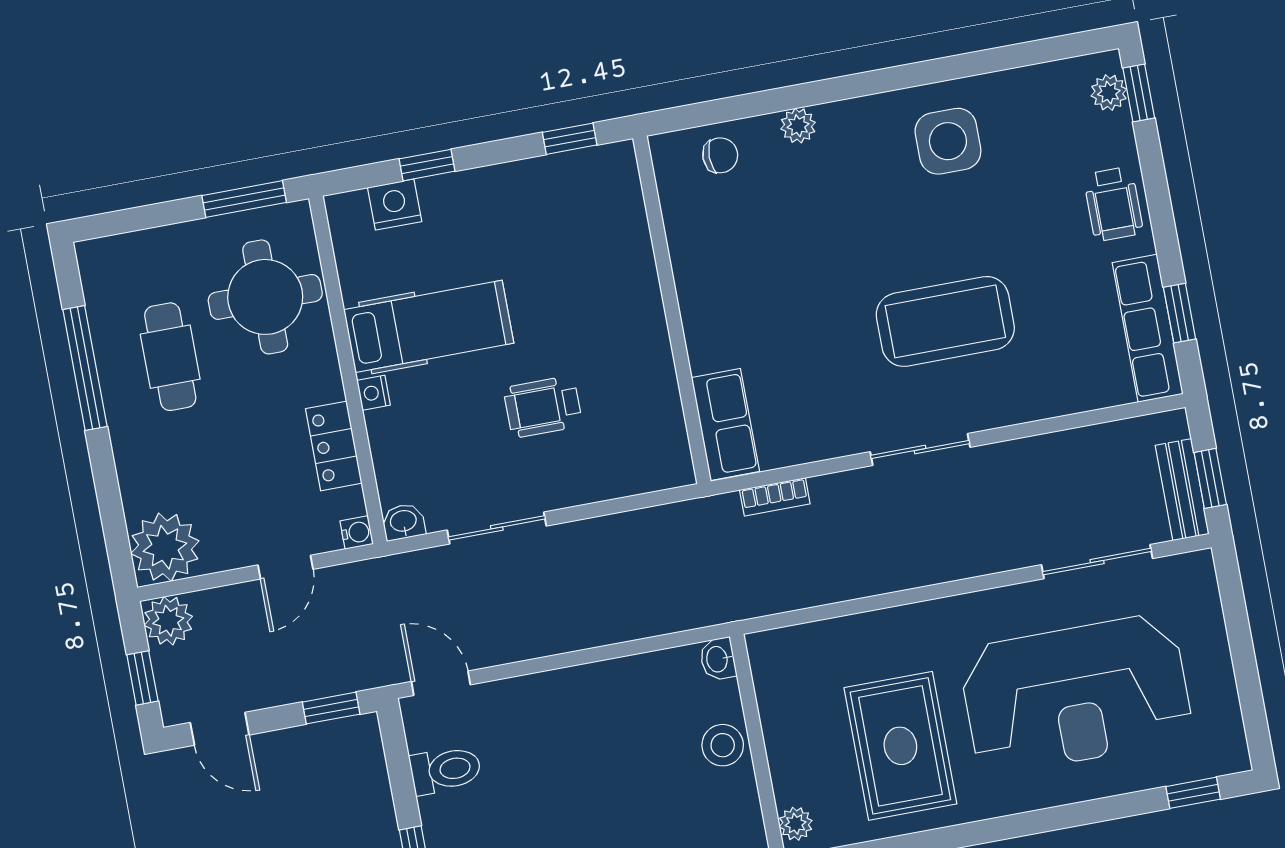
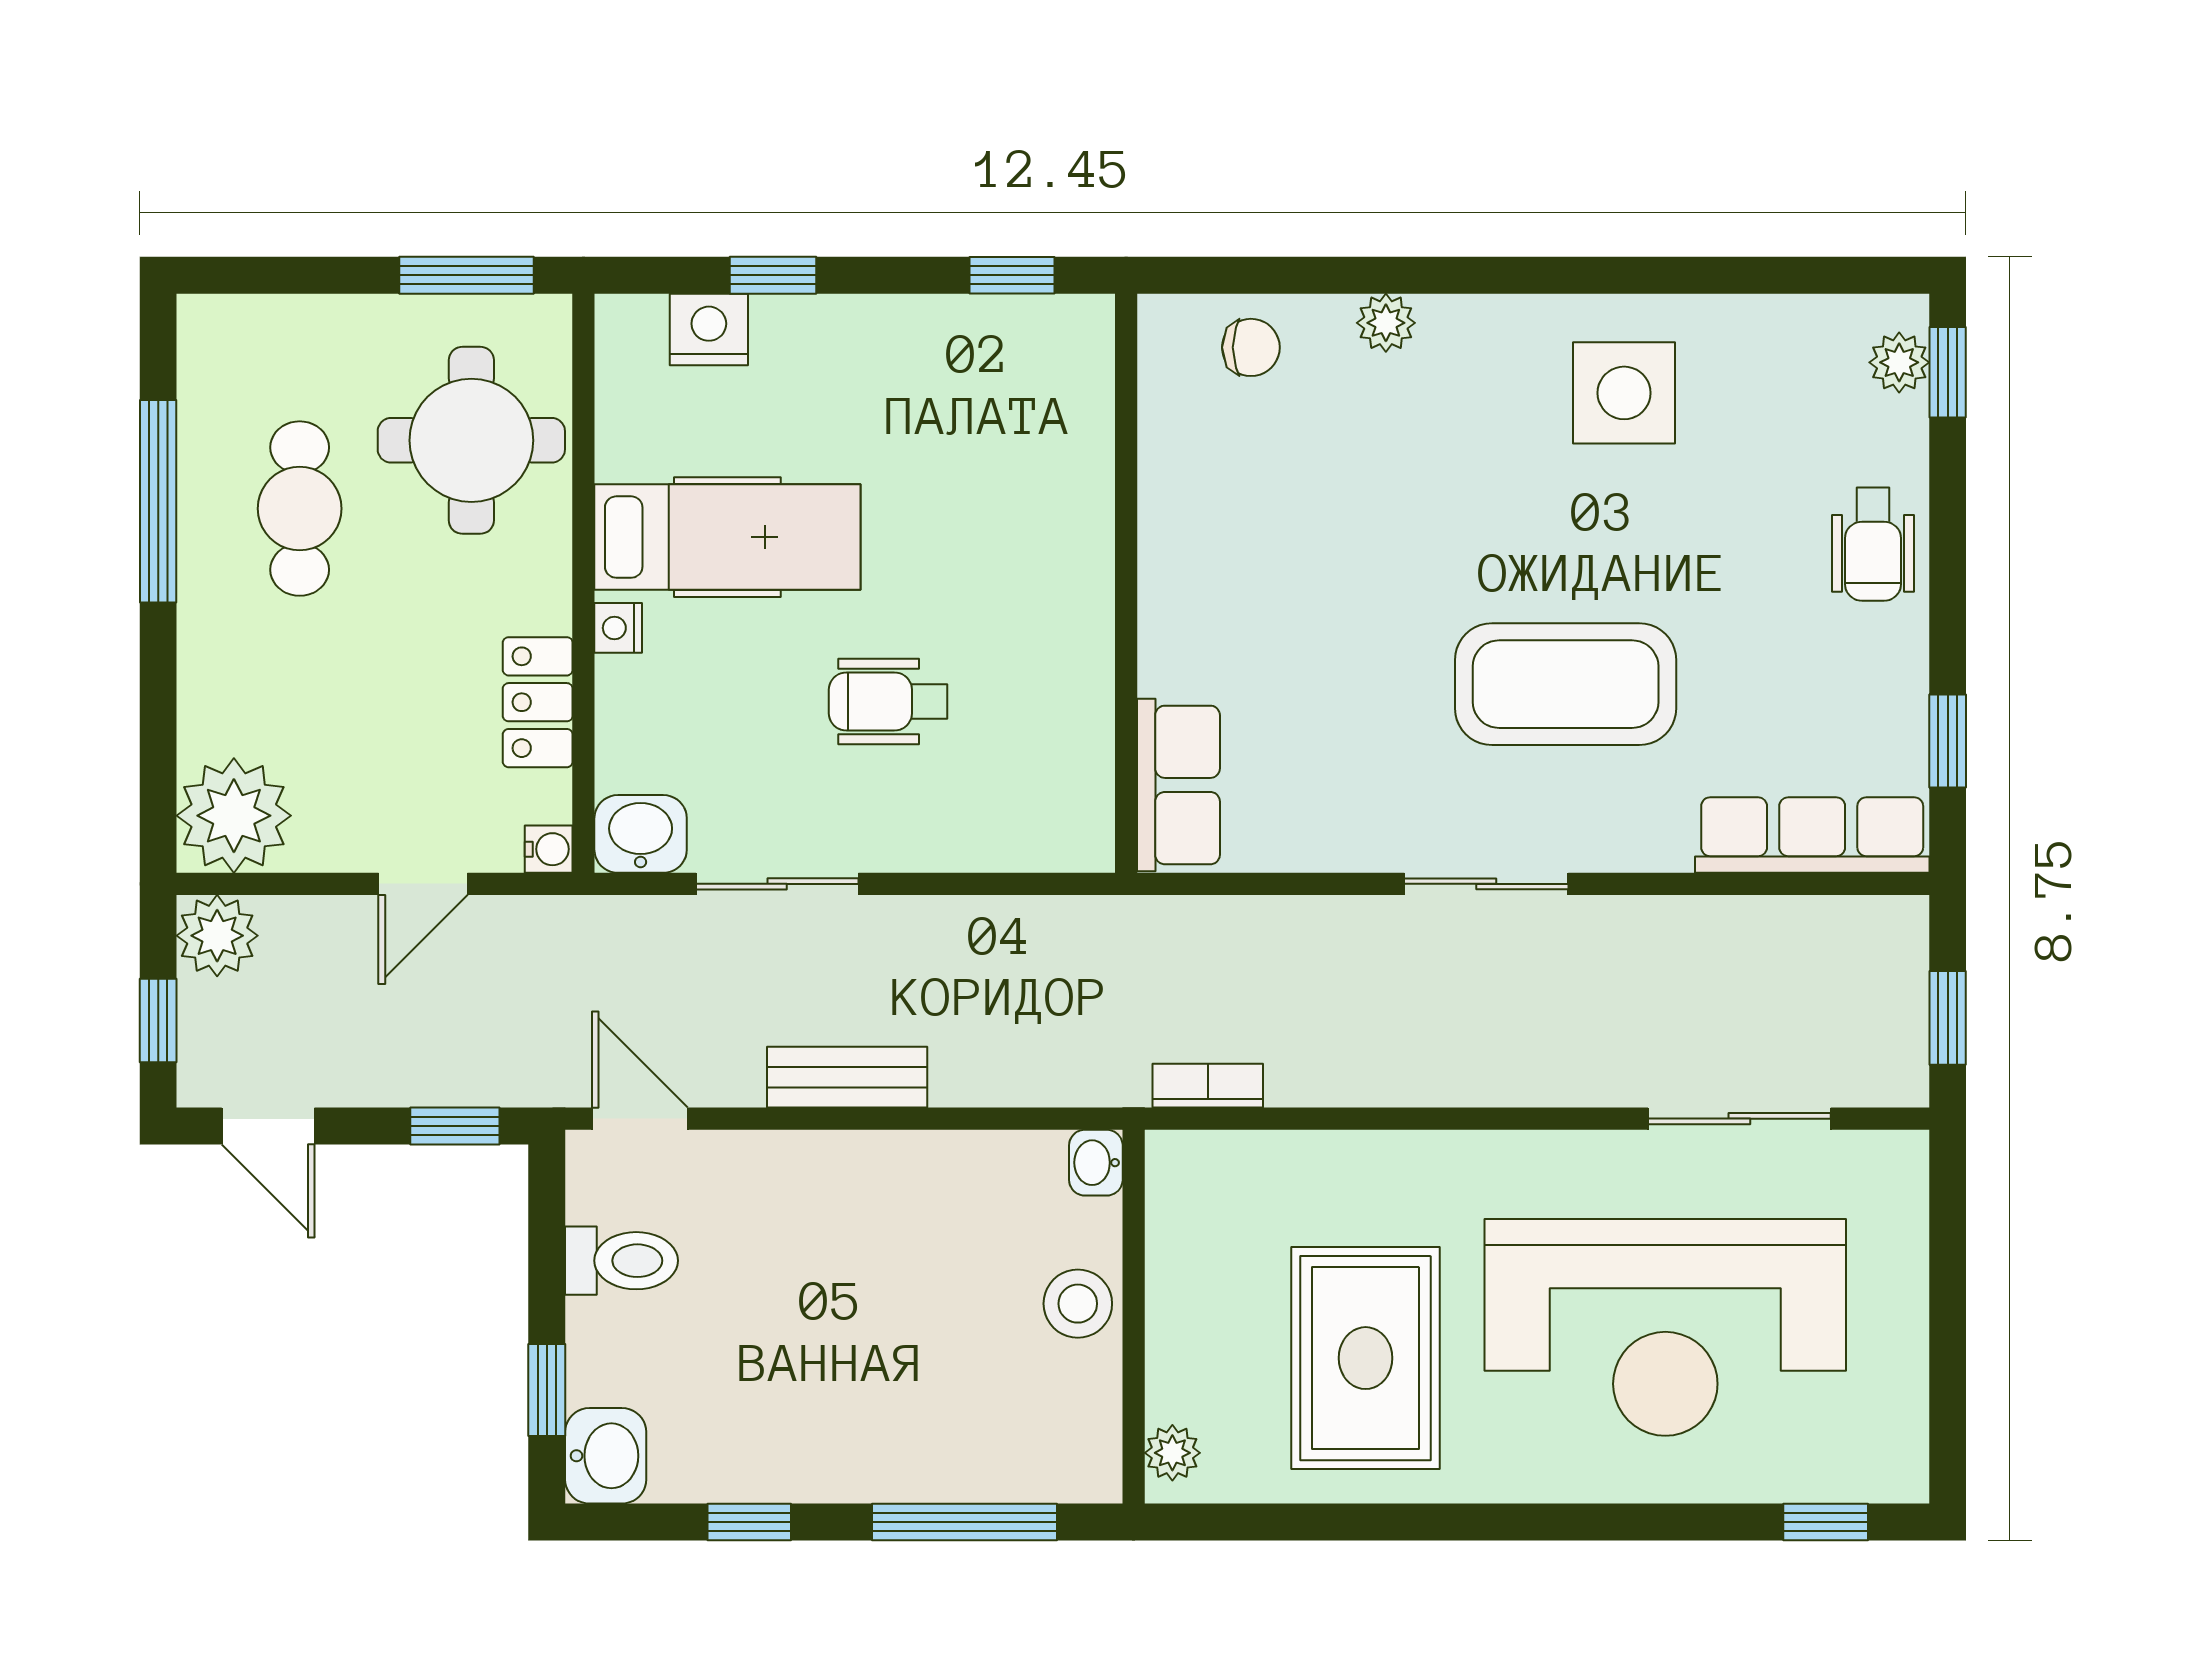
row of seats: (1148, 328) -> (1812, 835), moved, turned 90
bench: (1182, 490) -> (847, 1077), moved, turned 90
bookcase: (775, 497) -> (1208, 1086), moved, turned 180
washbasin: (403, 522) -> (641, 834), width x1.38, depth x1.45

